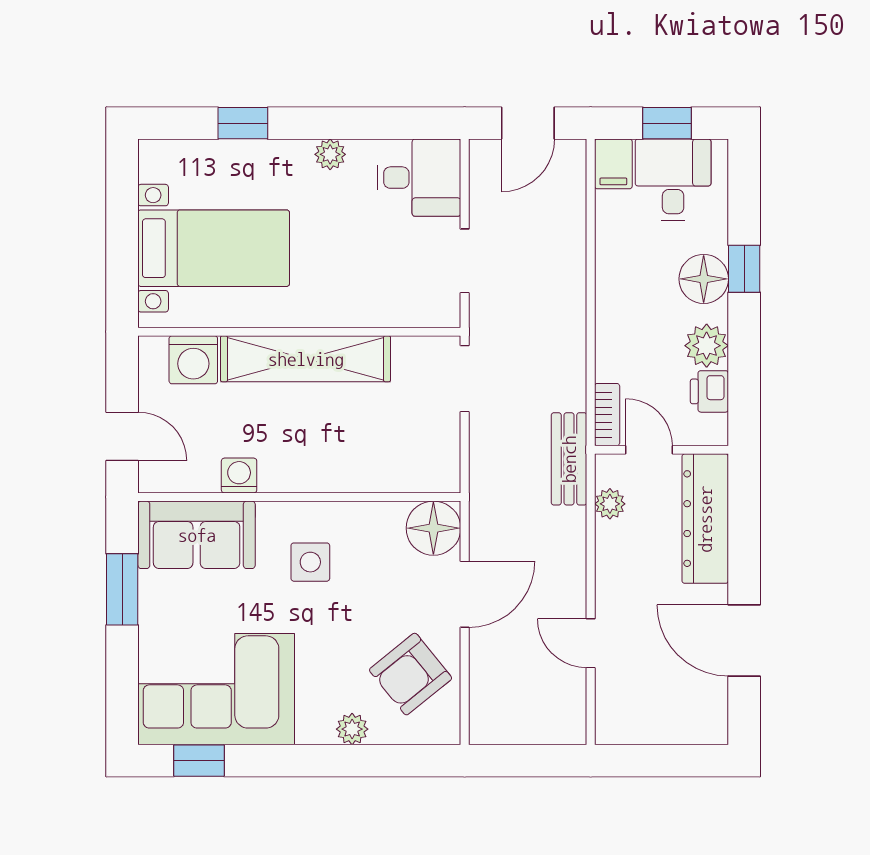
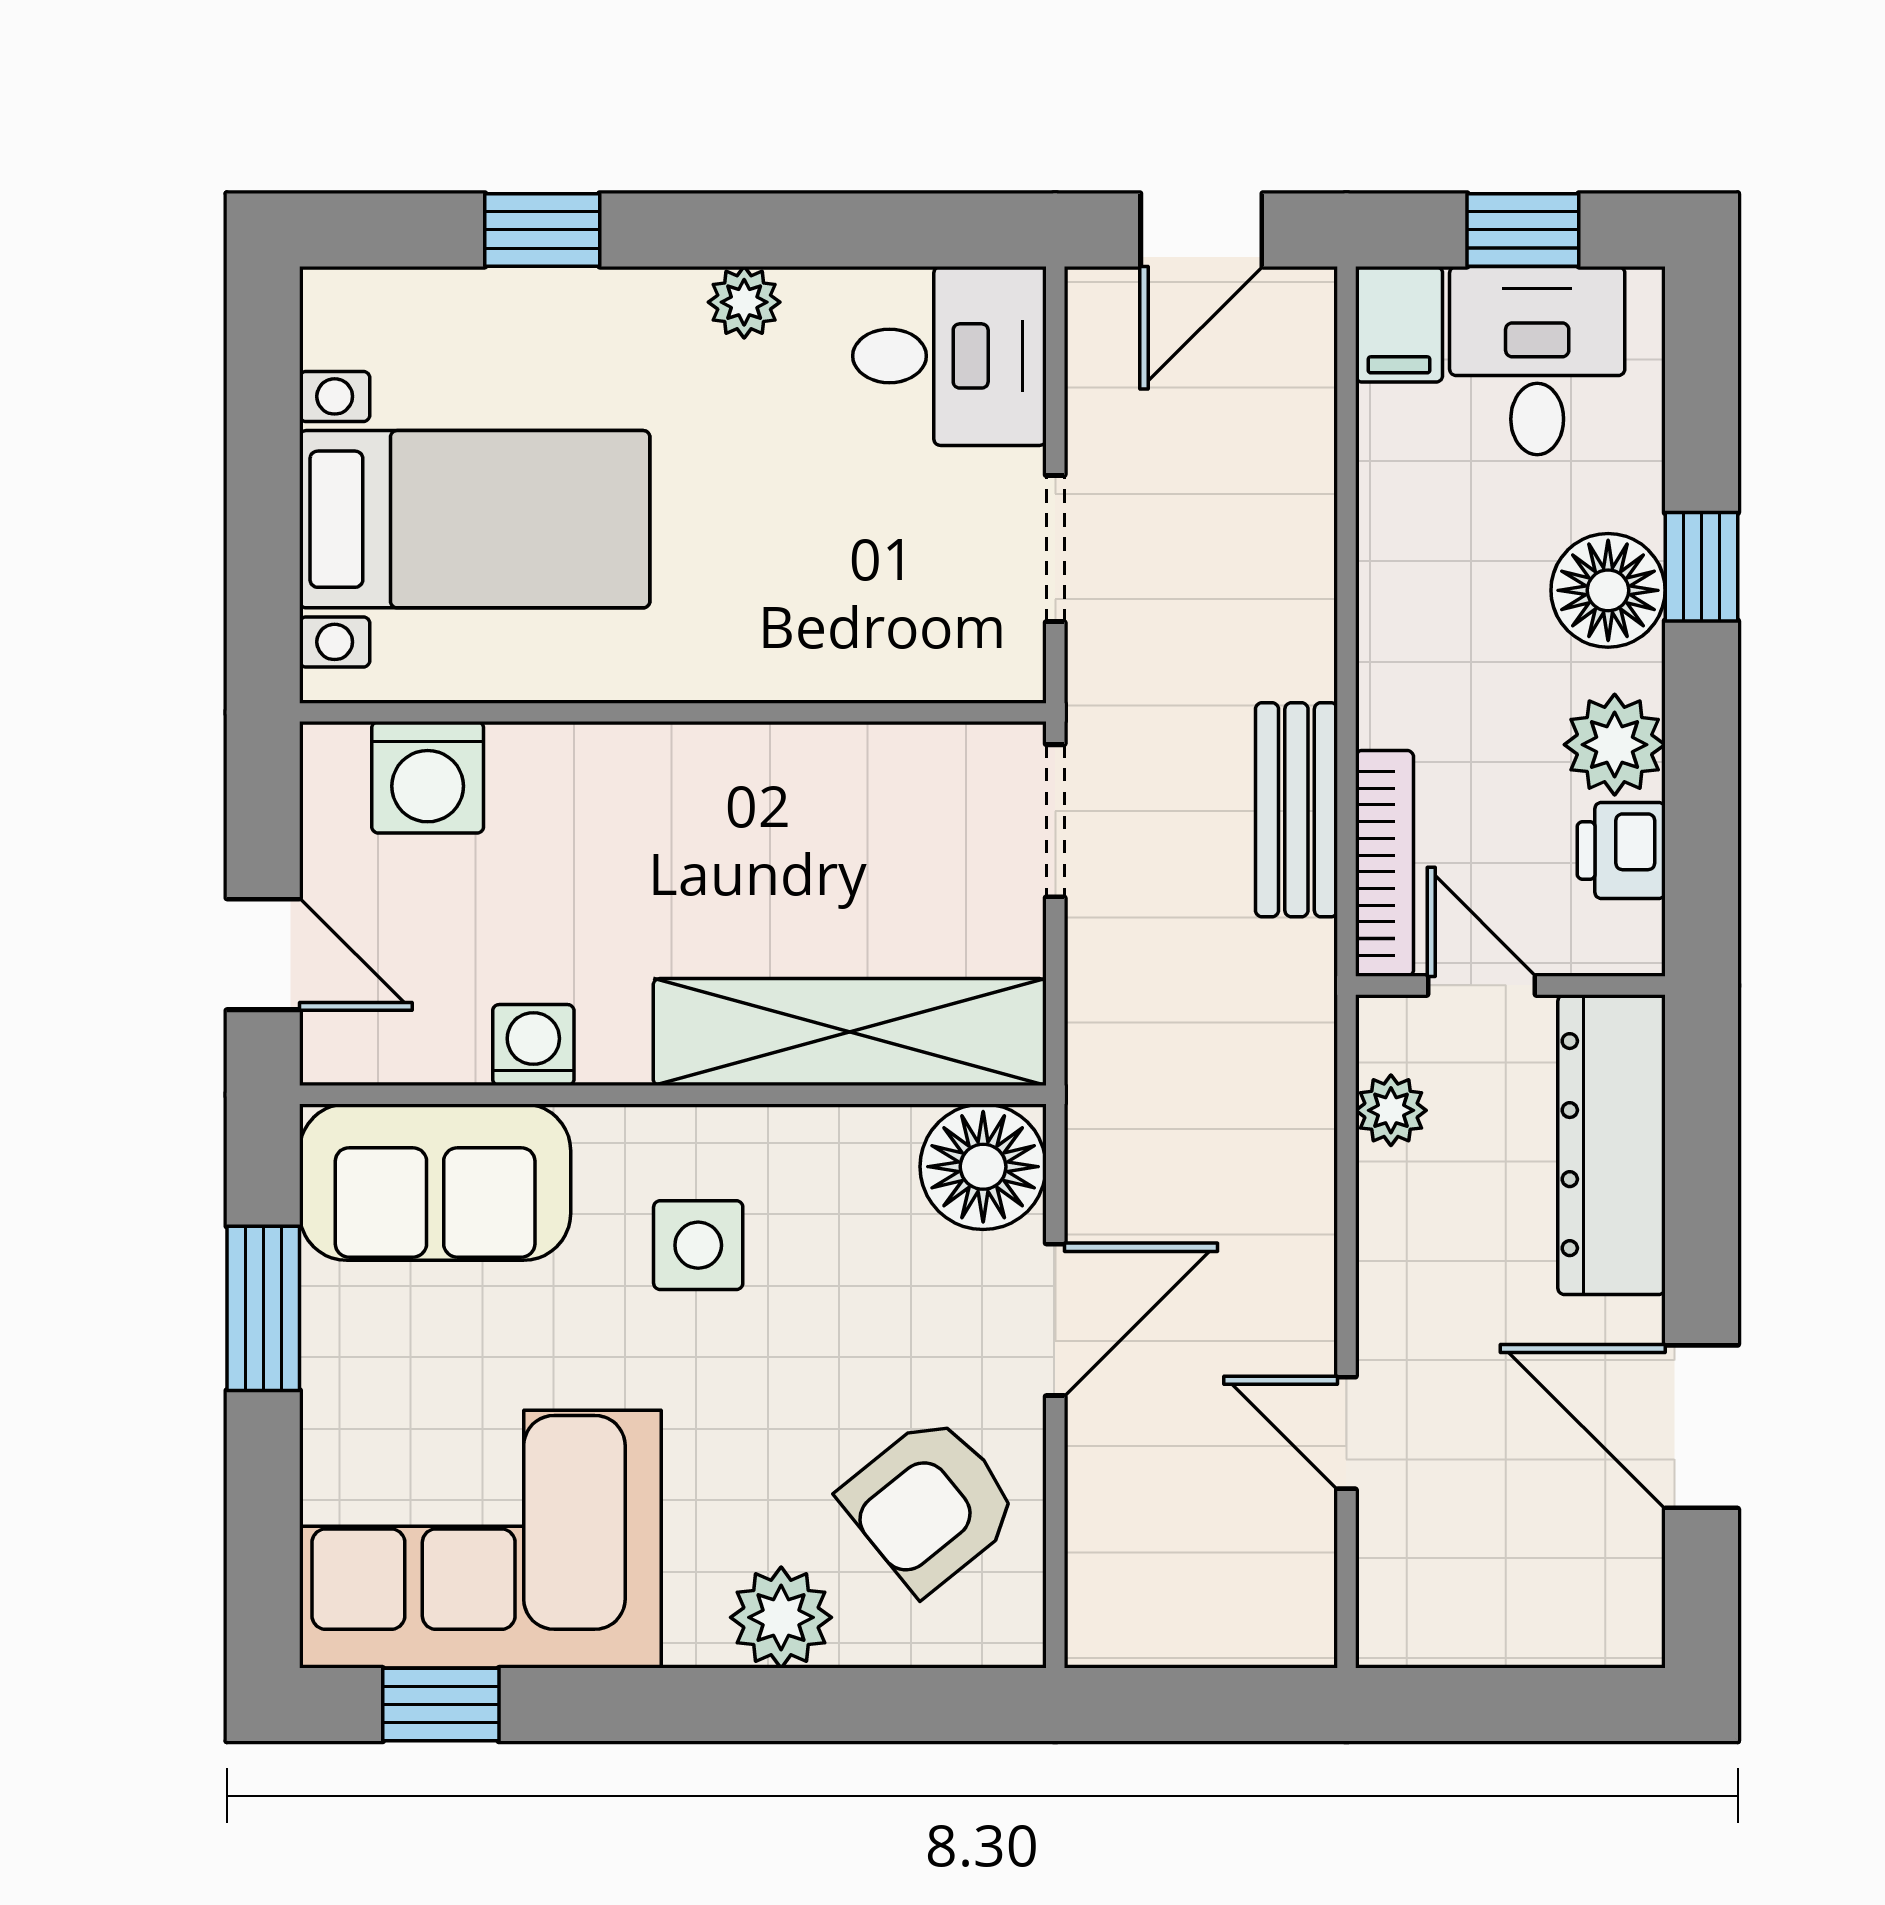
shelving: (306, 359) -> (850, 1032), moved
bookcase: (607, 415) -> (1384, 863), width x1.56
bench: (569, 459) -> (1296, 810), moved
plant: (352, 729) -> (781, 1617), width x1.38, depth x1.38

